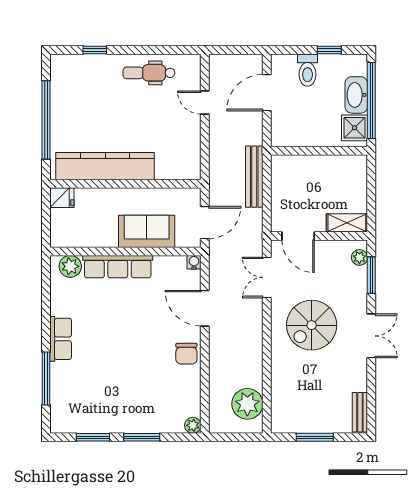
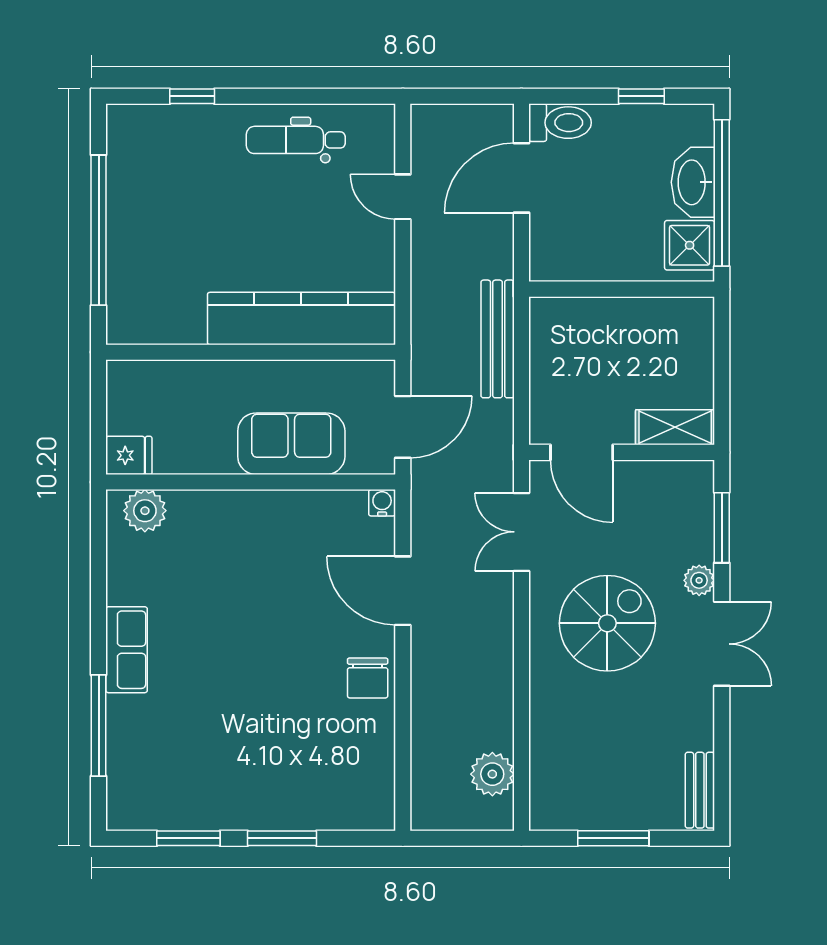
toilet: (308, 70) -> (560, 123), moved, turned -90
kitchen counter: (105, 166) -> (301, 319), moved
fridge: (62, 198) -> (129, 455), moved
plant: (359, 257) -> (699, 580), moved
row of seats: (118, 267) -> (236, 511), removed
spiral stairs: (312, 325) -> (607, 623), turned 180
plant: (247, 404) -> (492, 774), width x0.73, depth x0.73
plant: (193, 425) -> (380, 815), removed

